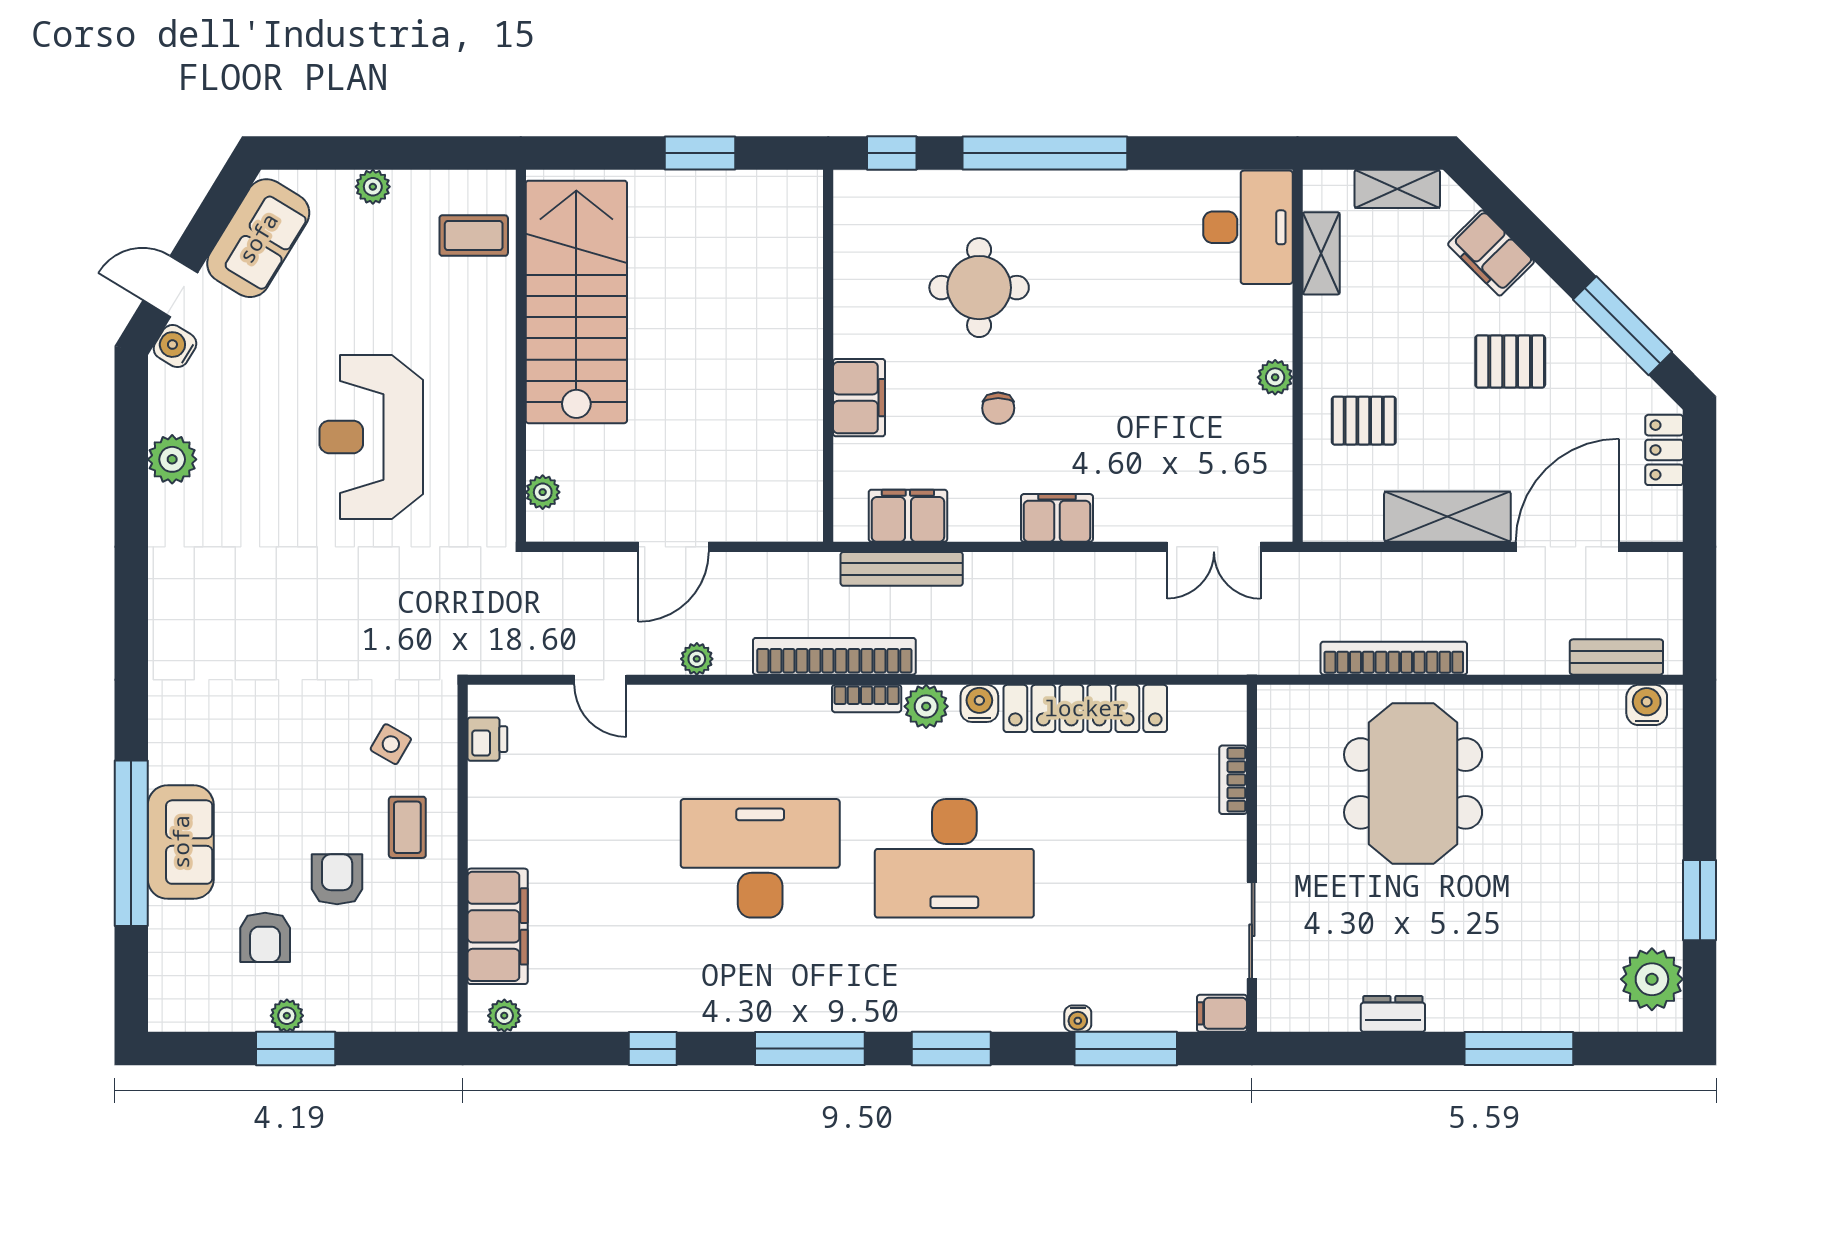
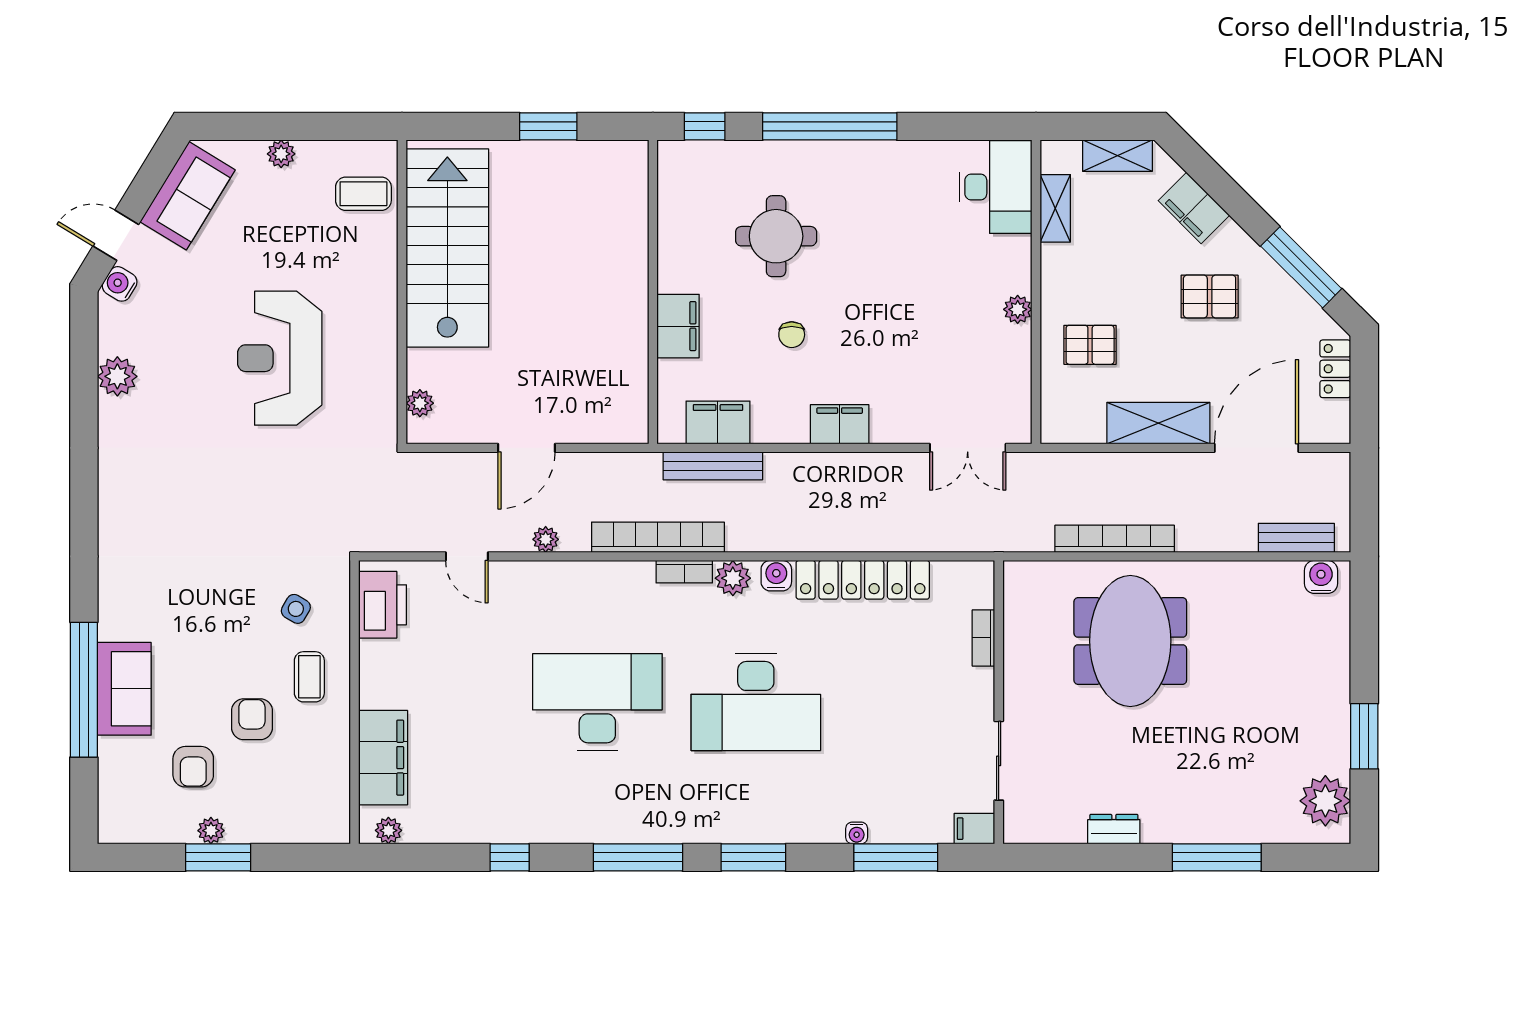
printer: (487, 739) -> (382, 605), width x1.87, depth x1.48

